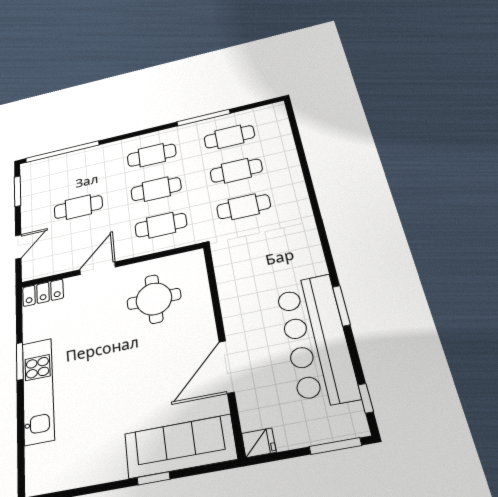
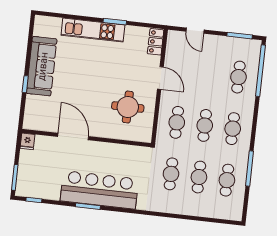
cafe table: (78, 207) -> (238, 77), moved
bar counter: (316, 340) -> (99, 190), moved
sofa: (180, 446) -> (42, 66), moved

